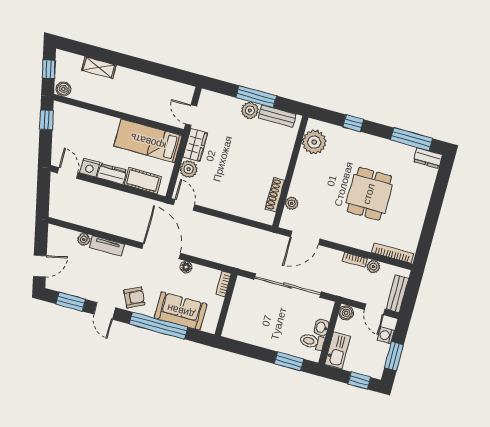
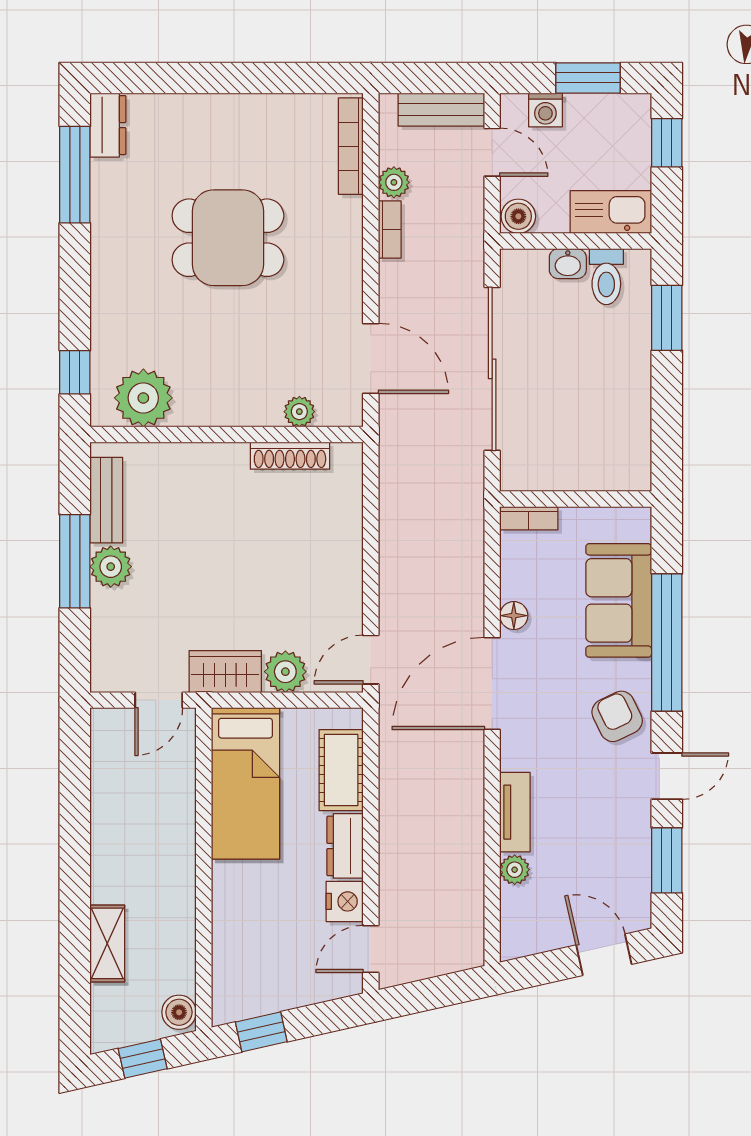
window: (353, 123) -> (75, 372), moved
door: (375, 309) -> (492, 152), hinge flipped

